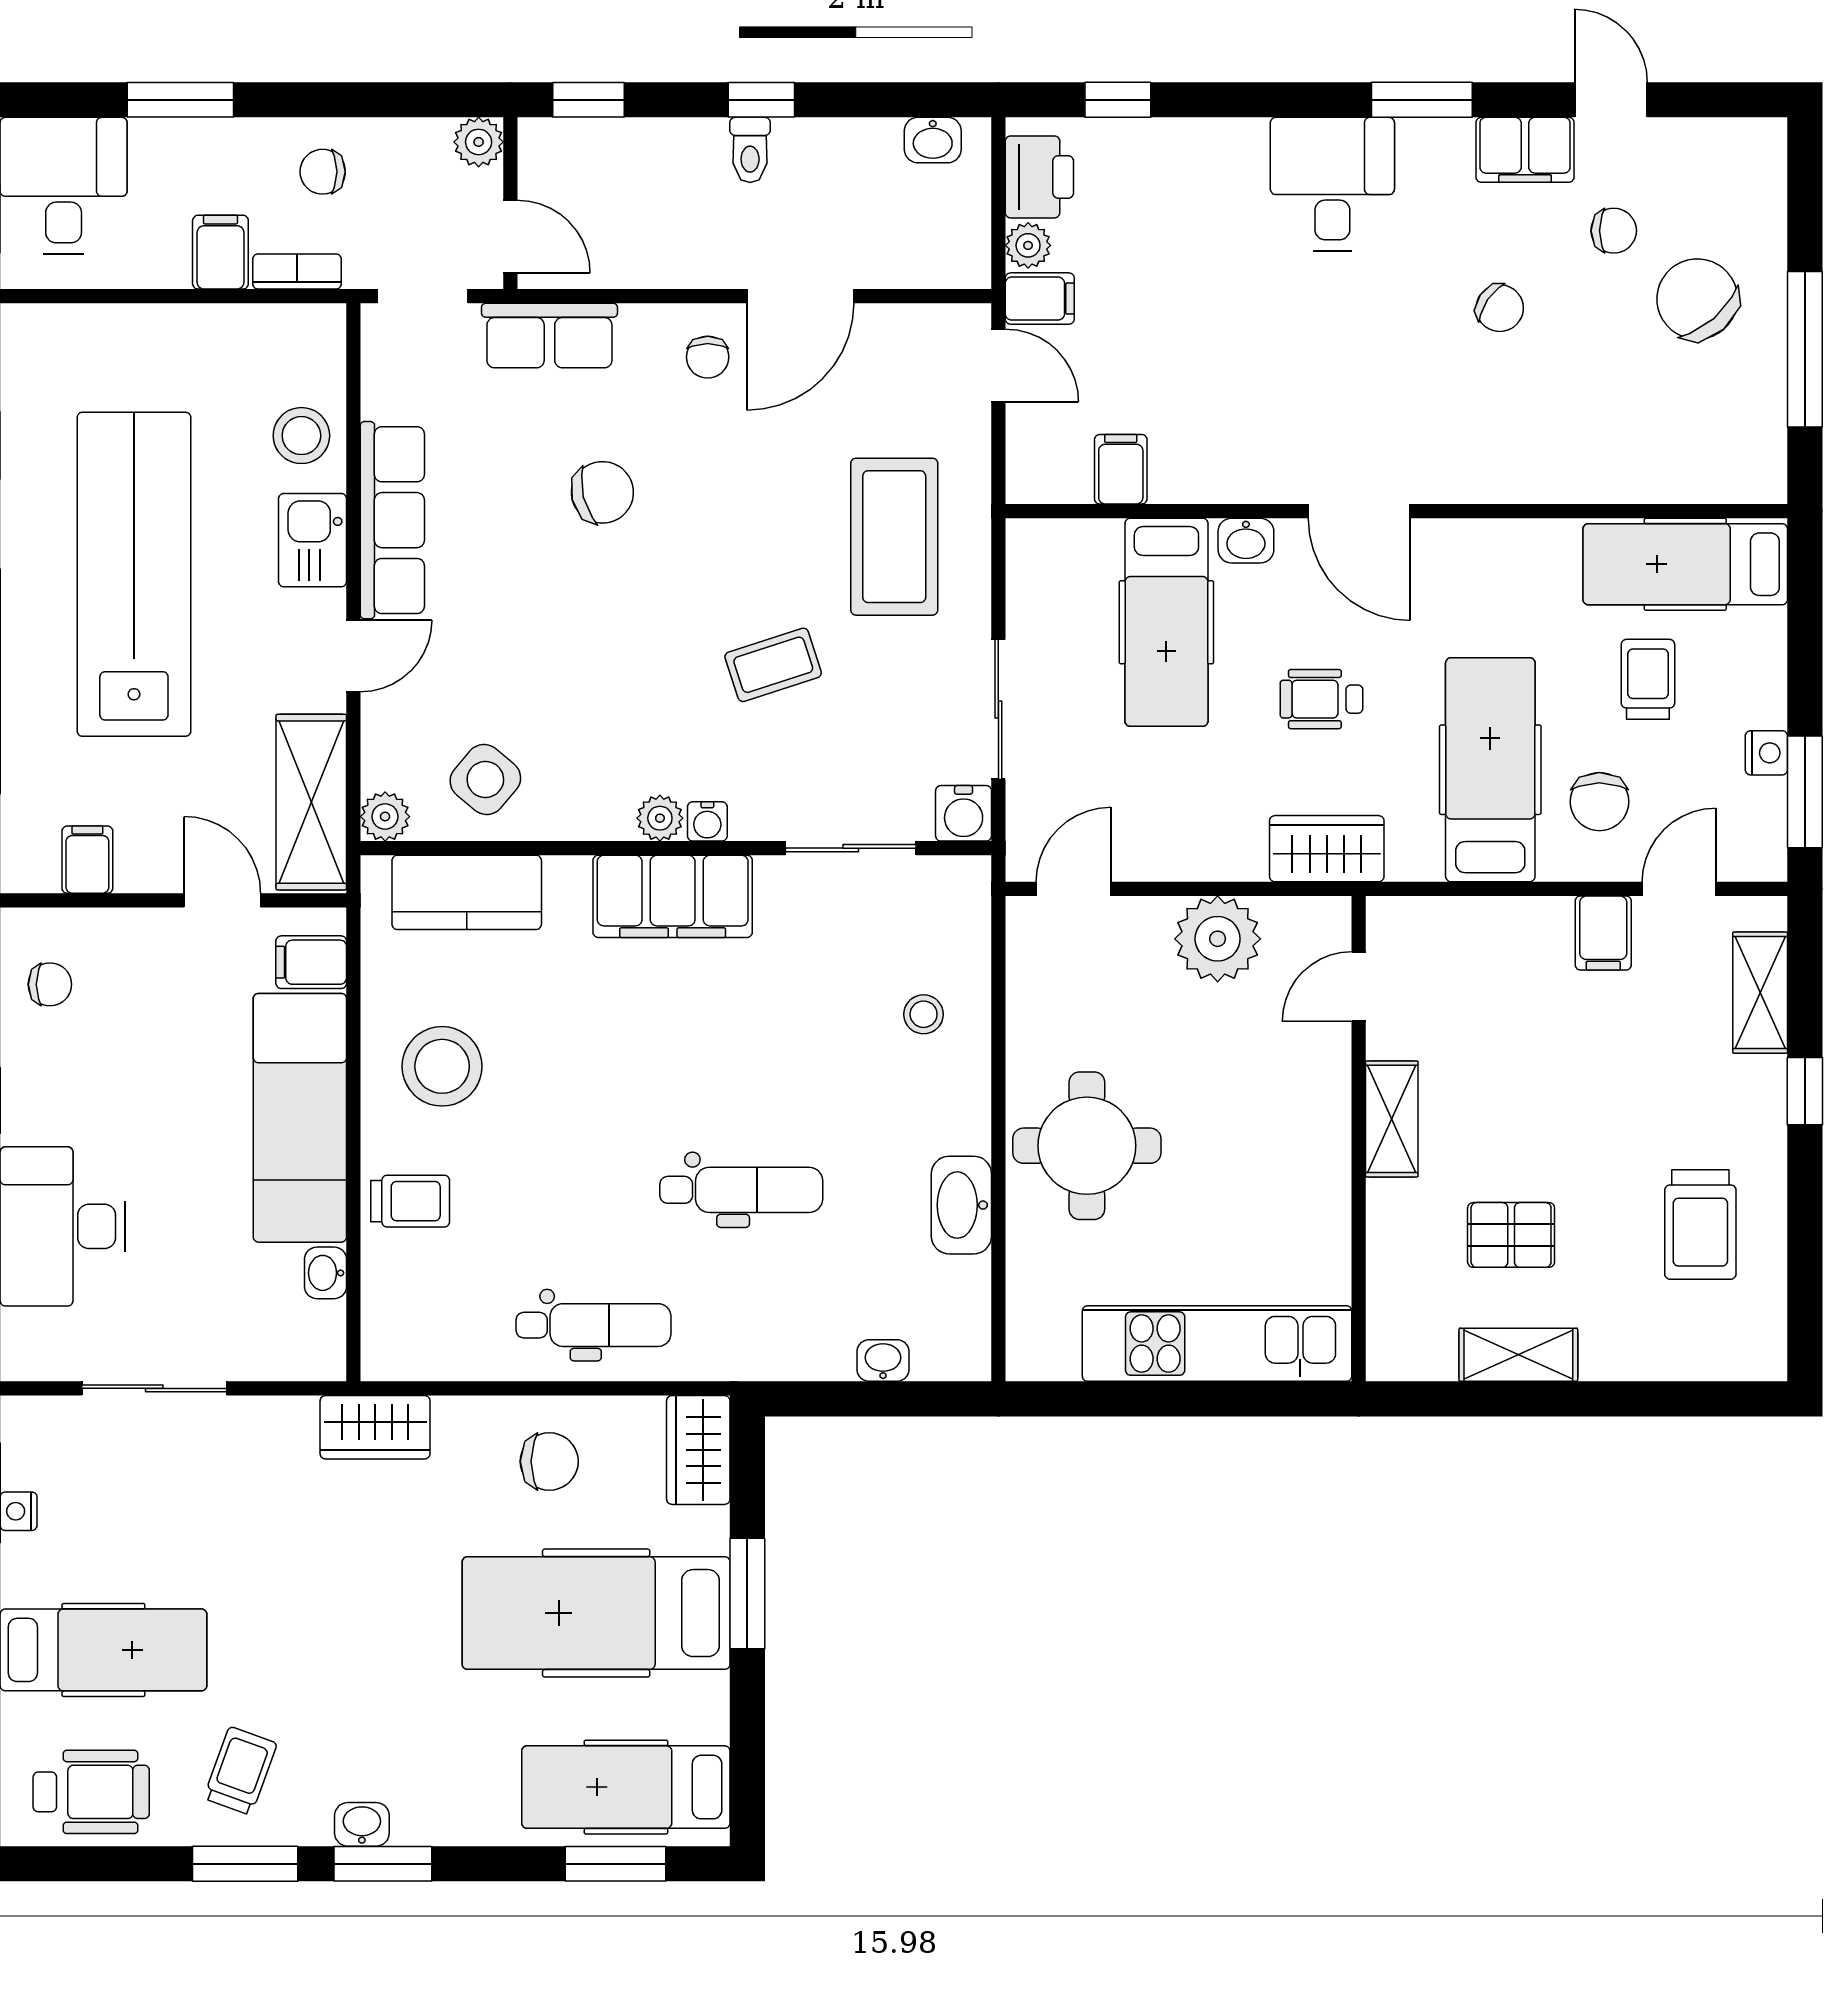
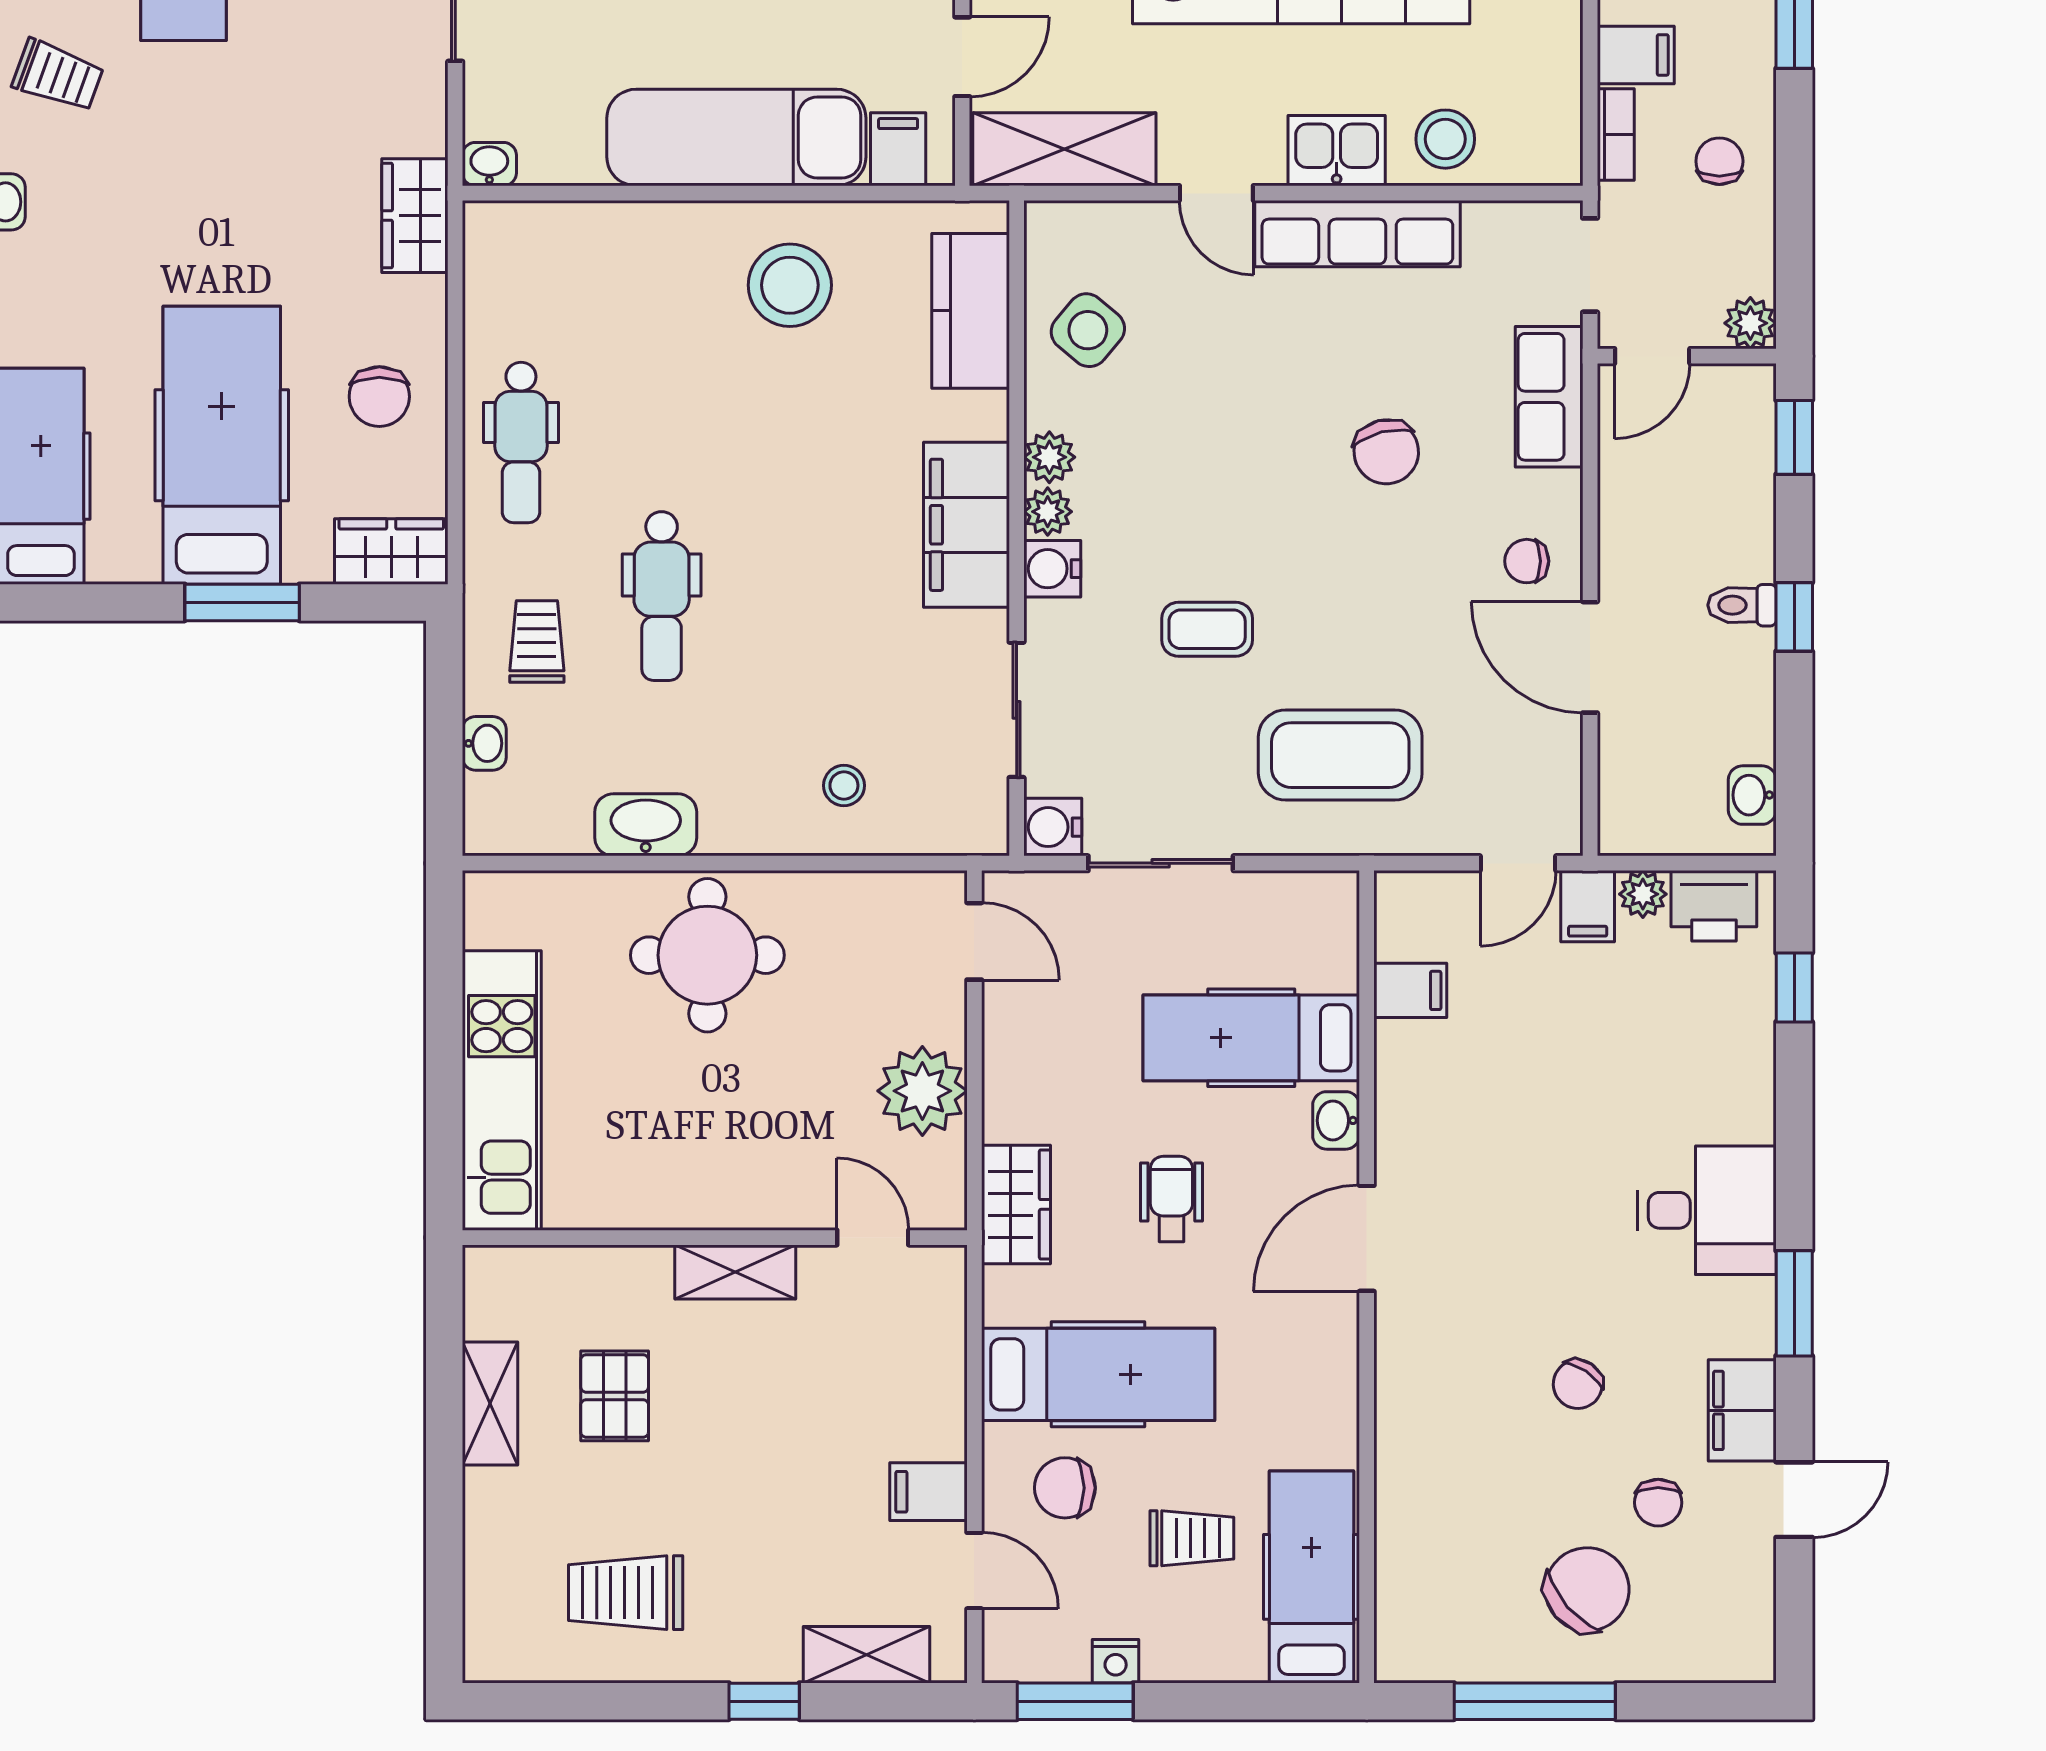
coffee table: (773, 665) -> (1207, 629), turned -72
plant: (385, 817) -> (1049, 457), moved
water cooler: (707, 821) -> (1052, 569), width x1.38, depth x1.38
trolley: (410, 1201) -> (537, 641), moved, turned 180
washbasin: (325, 1273) -> (489, 164), moved

